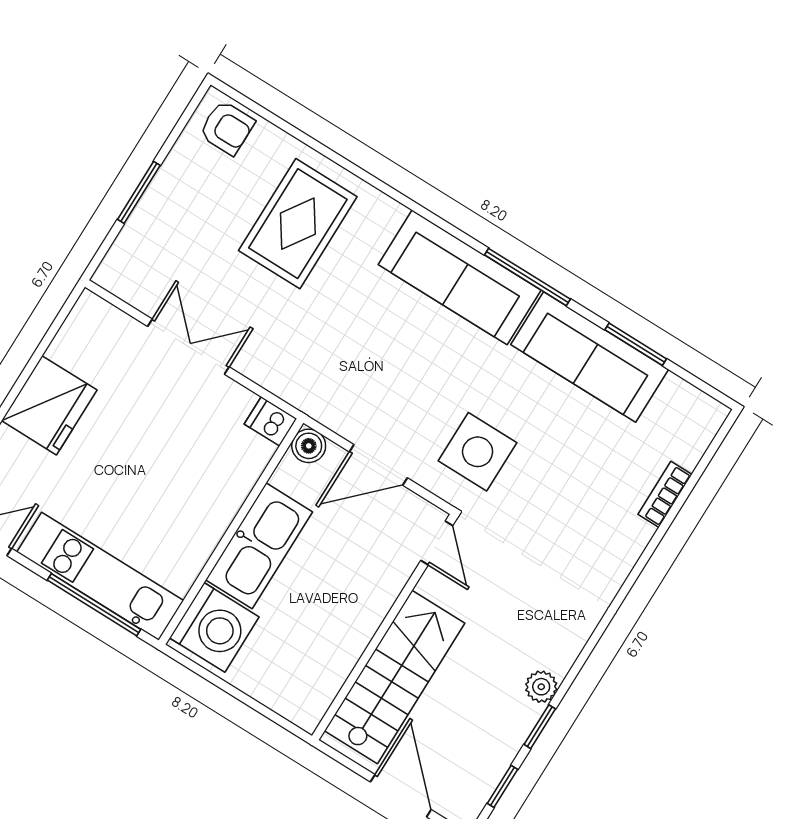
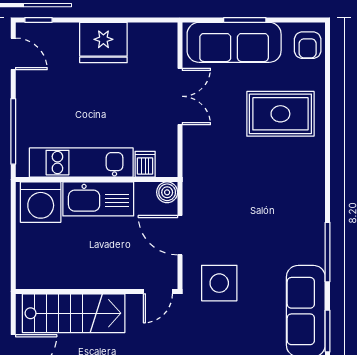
sofa: (460, 277) -> (234, 42), moved, turned -90
dishwasher: (271, 421) -> (145, 164), moved
kitchen unit: (100, 576) -> (81, 163), moved, turned -90

